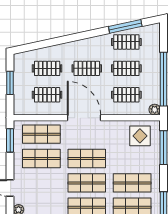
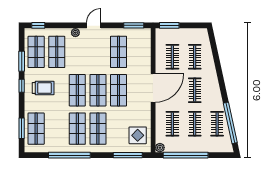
window: (125, 26) -> (230, 123), width x1.46
window: (10, 83) -> (169, 25), moved
shop shelf: (41, 134) -> (139, 52), removed

